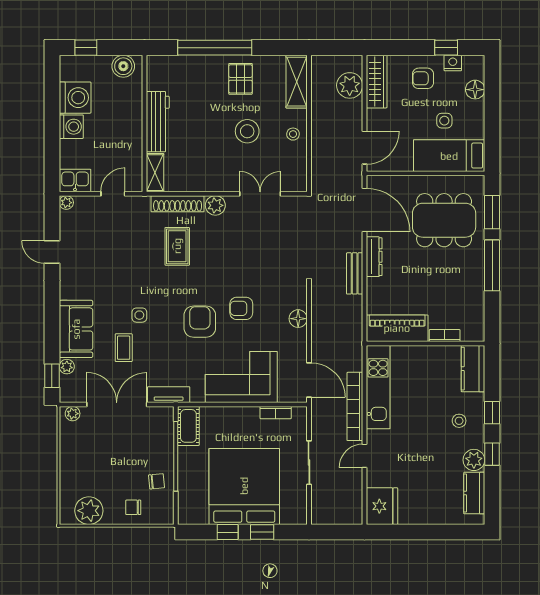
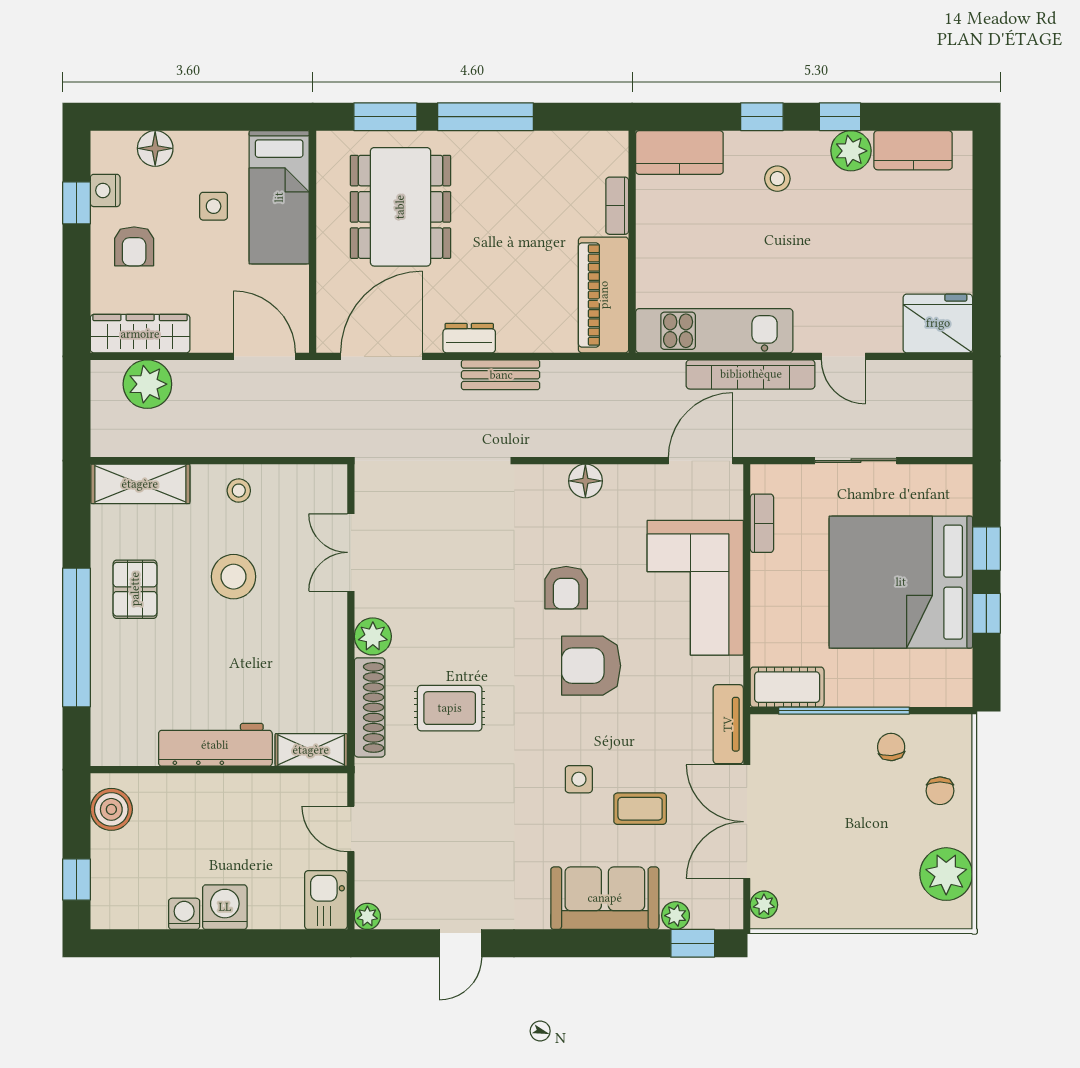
pallet: (240, 79) -> (135, 589), turned 90
washing machine: (75, 98) -> (184, 914), width x0.53, depth x0.53
dresser: (374, 257) -> (469, 338), width x0.70

